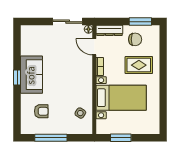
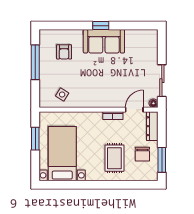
bed with nightstands: (121, 98) -> (62, 154), moved, turned 180

